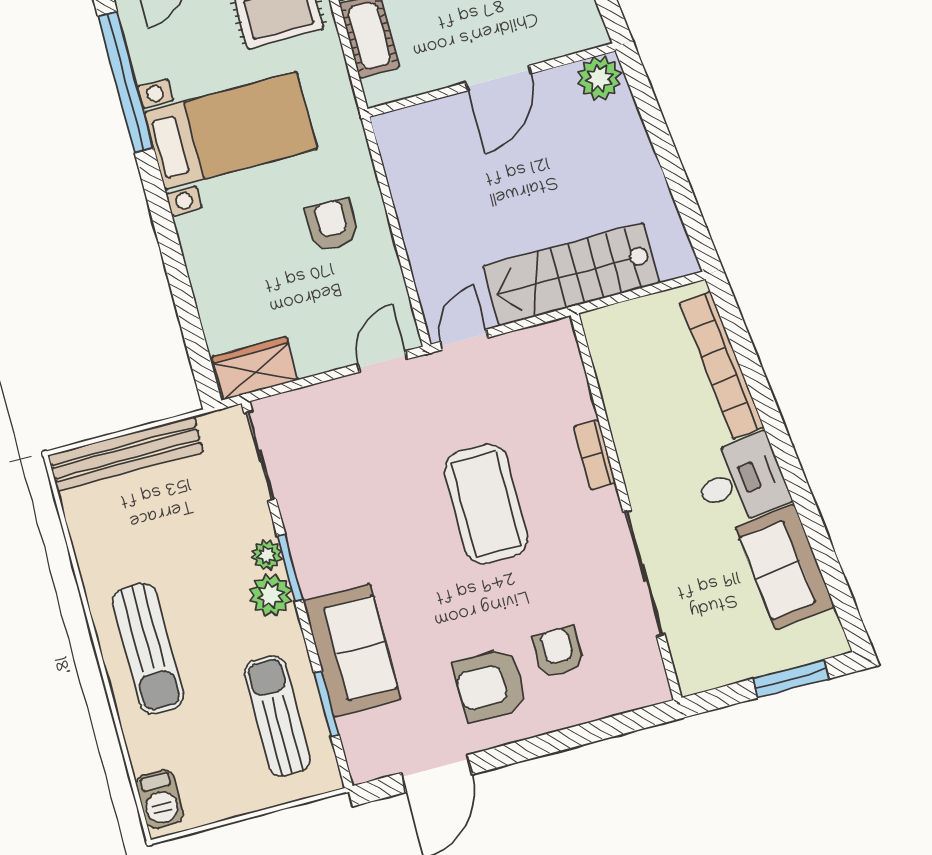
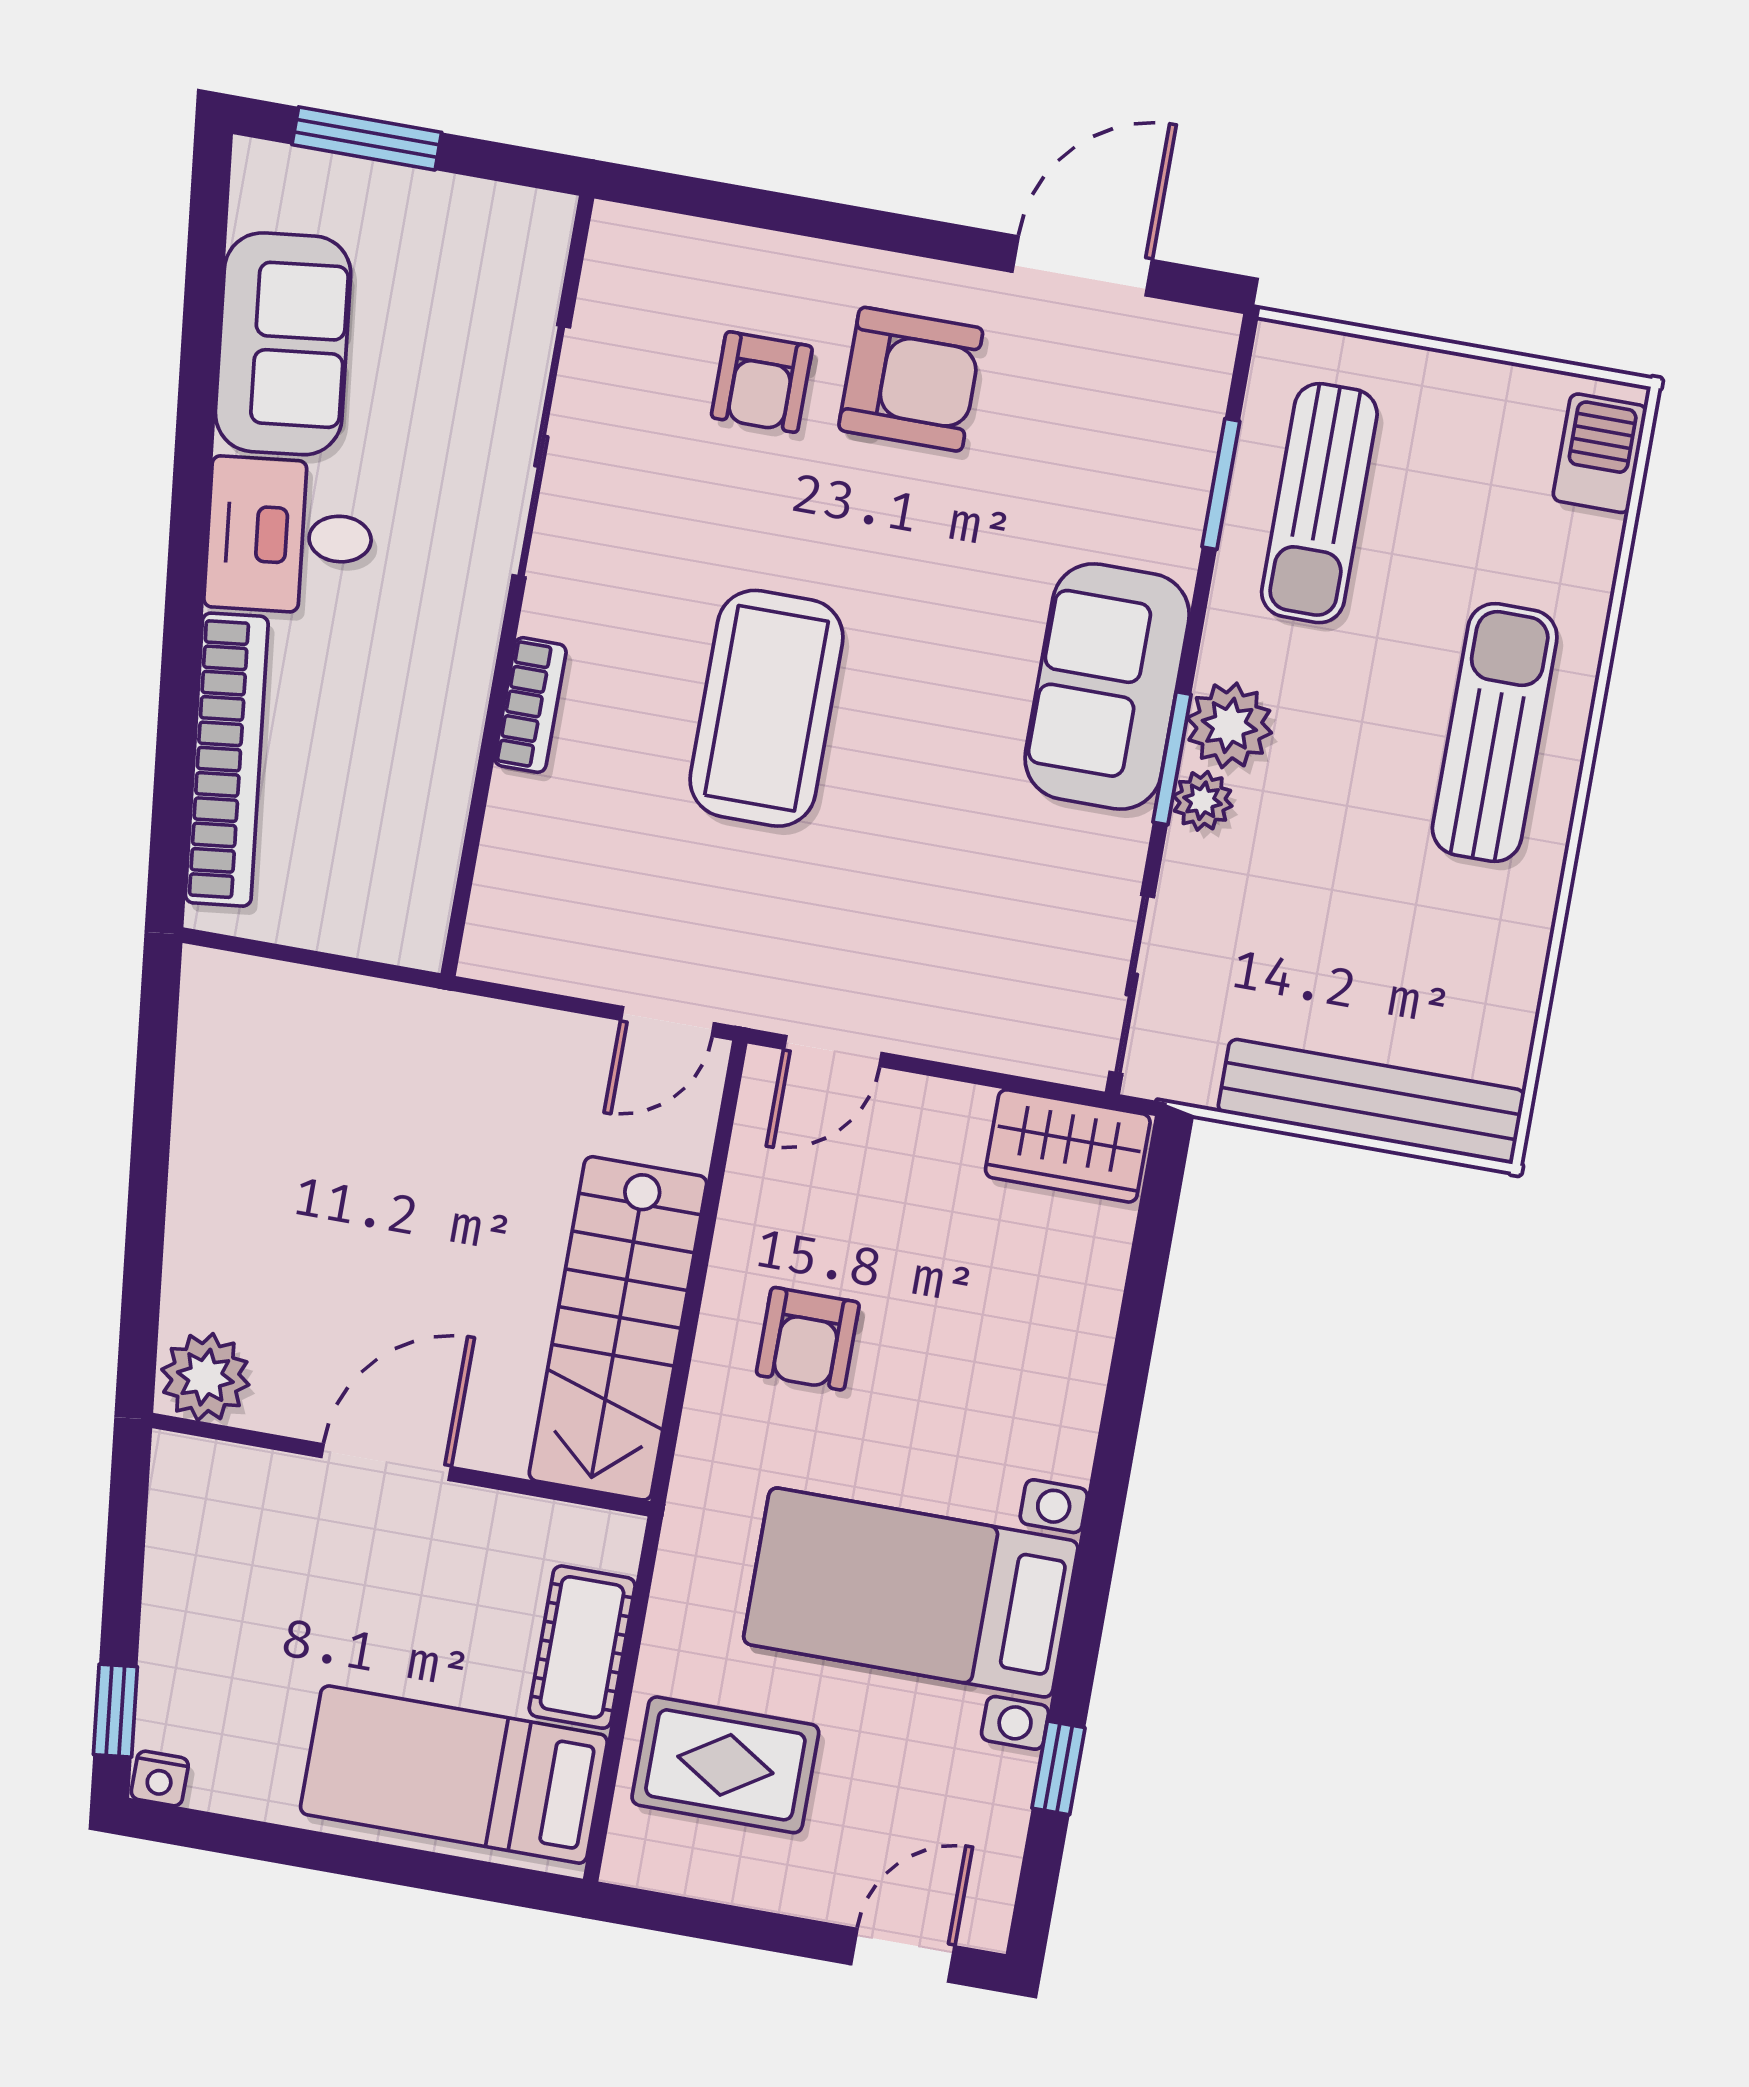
window: (126, 82) -> (1058, 1768), width x0.32
stairs: (571, 274) -> (618, 1328), moved, turned 90
sofa: (352, 650) -> (1107, 686), moved

